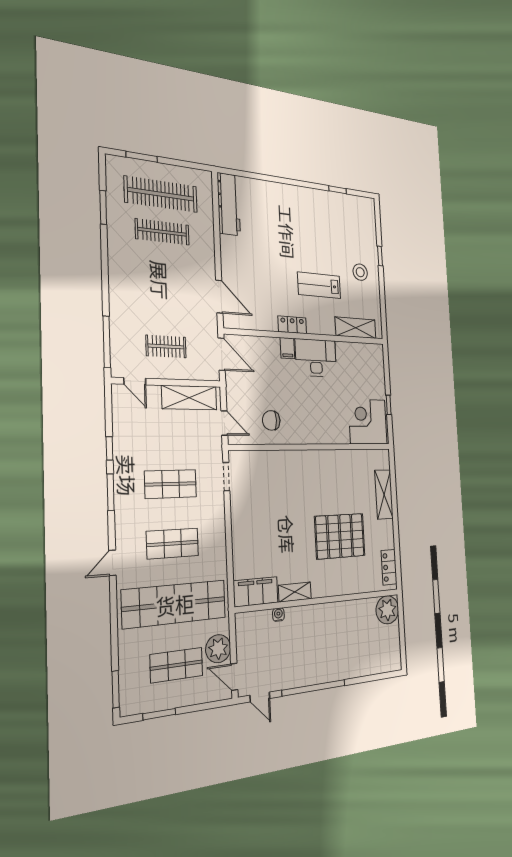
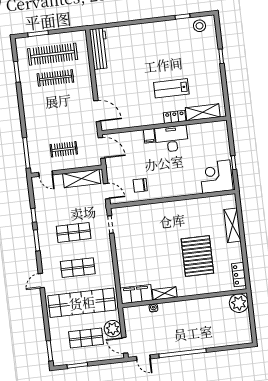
stool: (360, 272) -> (199, 26), moved
locker: (292, 325) -> (175, 117), moved
pallet: (340, 536) -> (197, 256), turned 90

